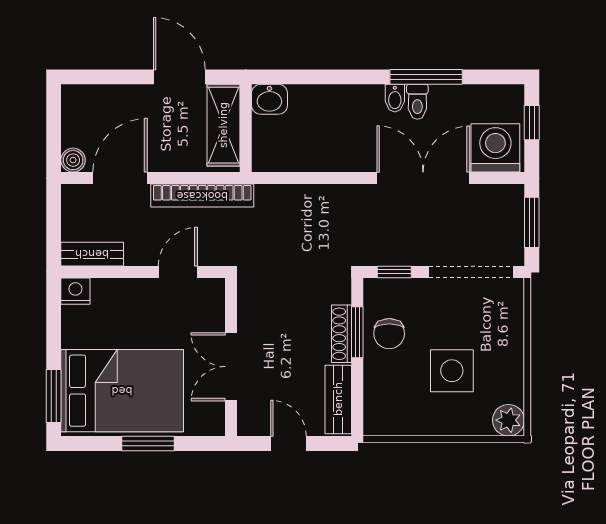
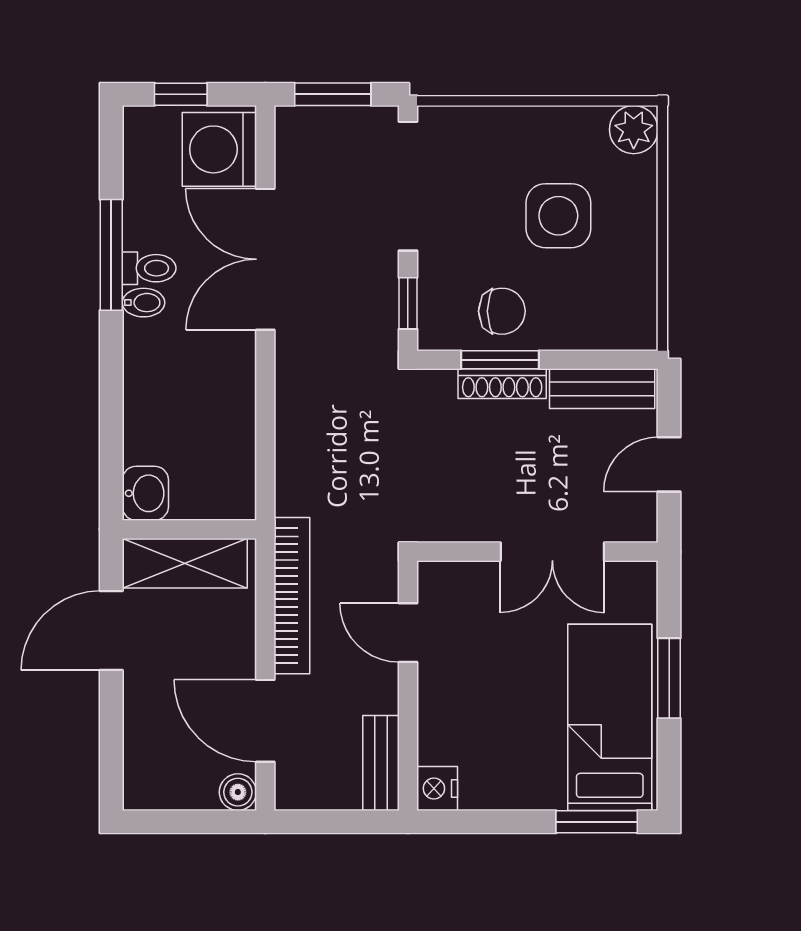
bed: (122, 391) -> (610, 717), width x0.67

